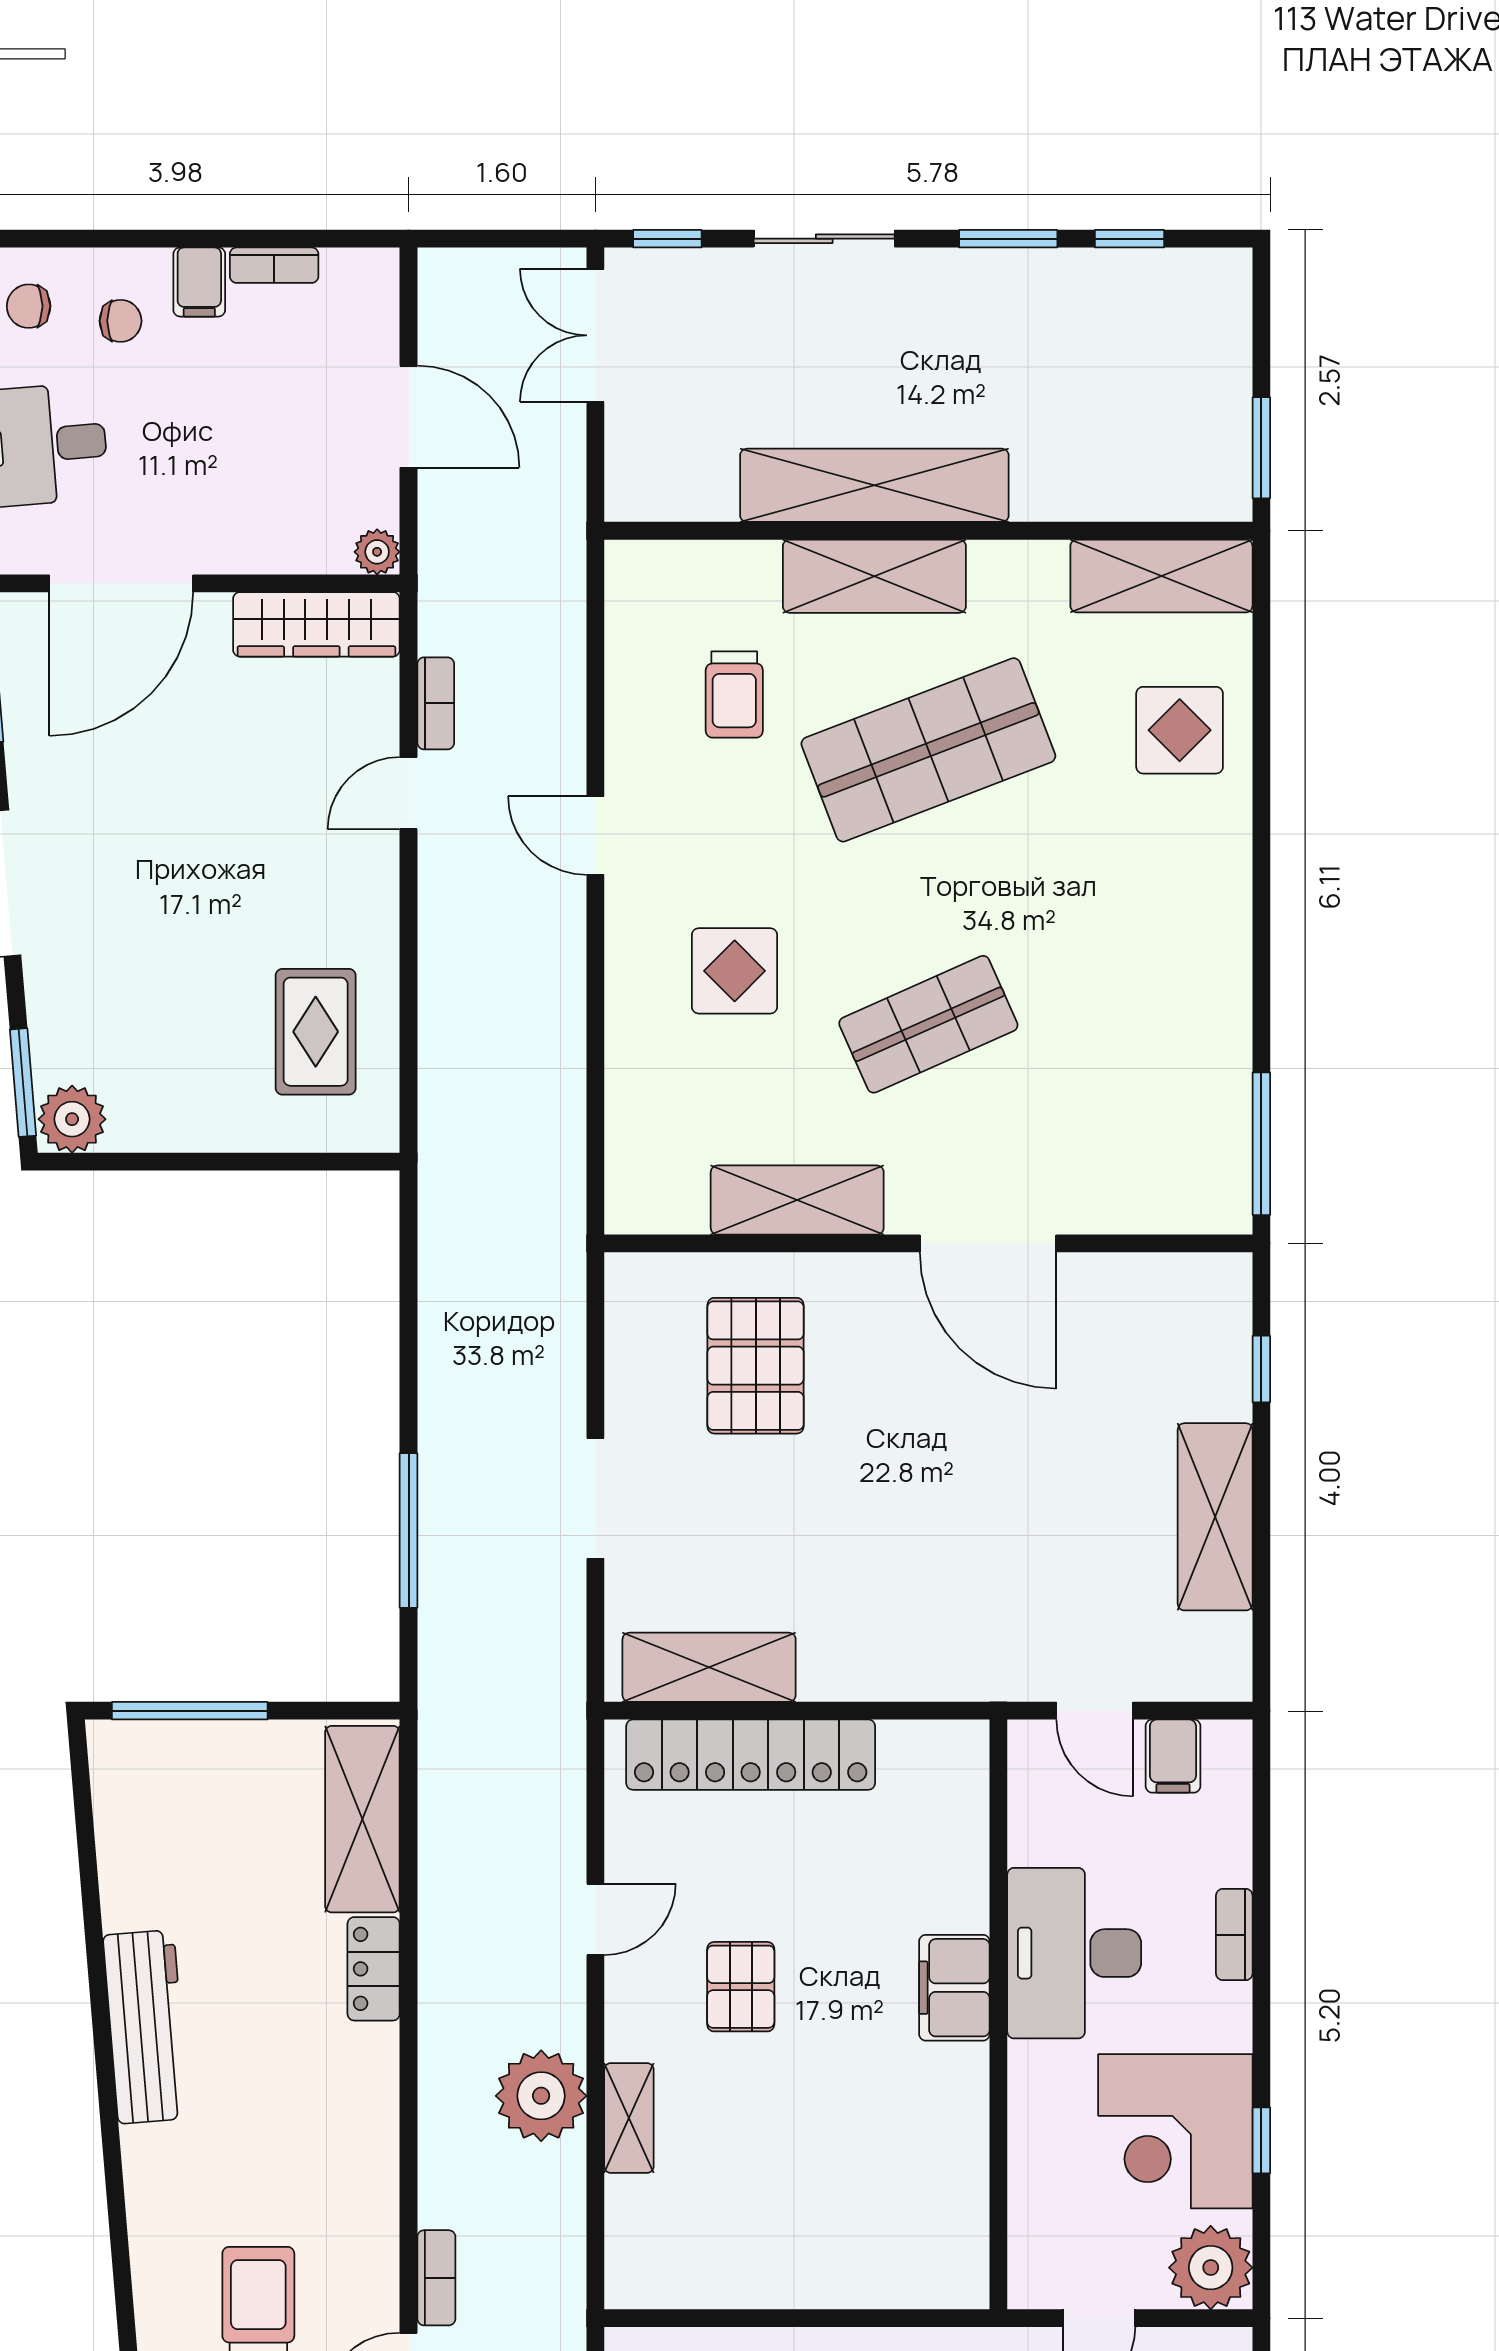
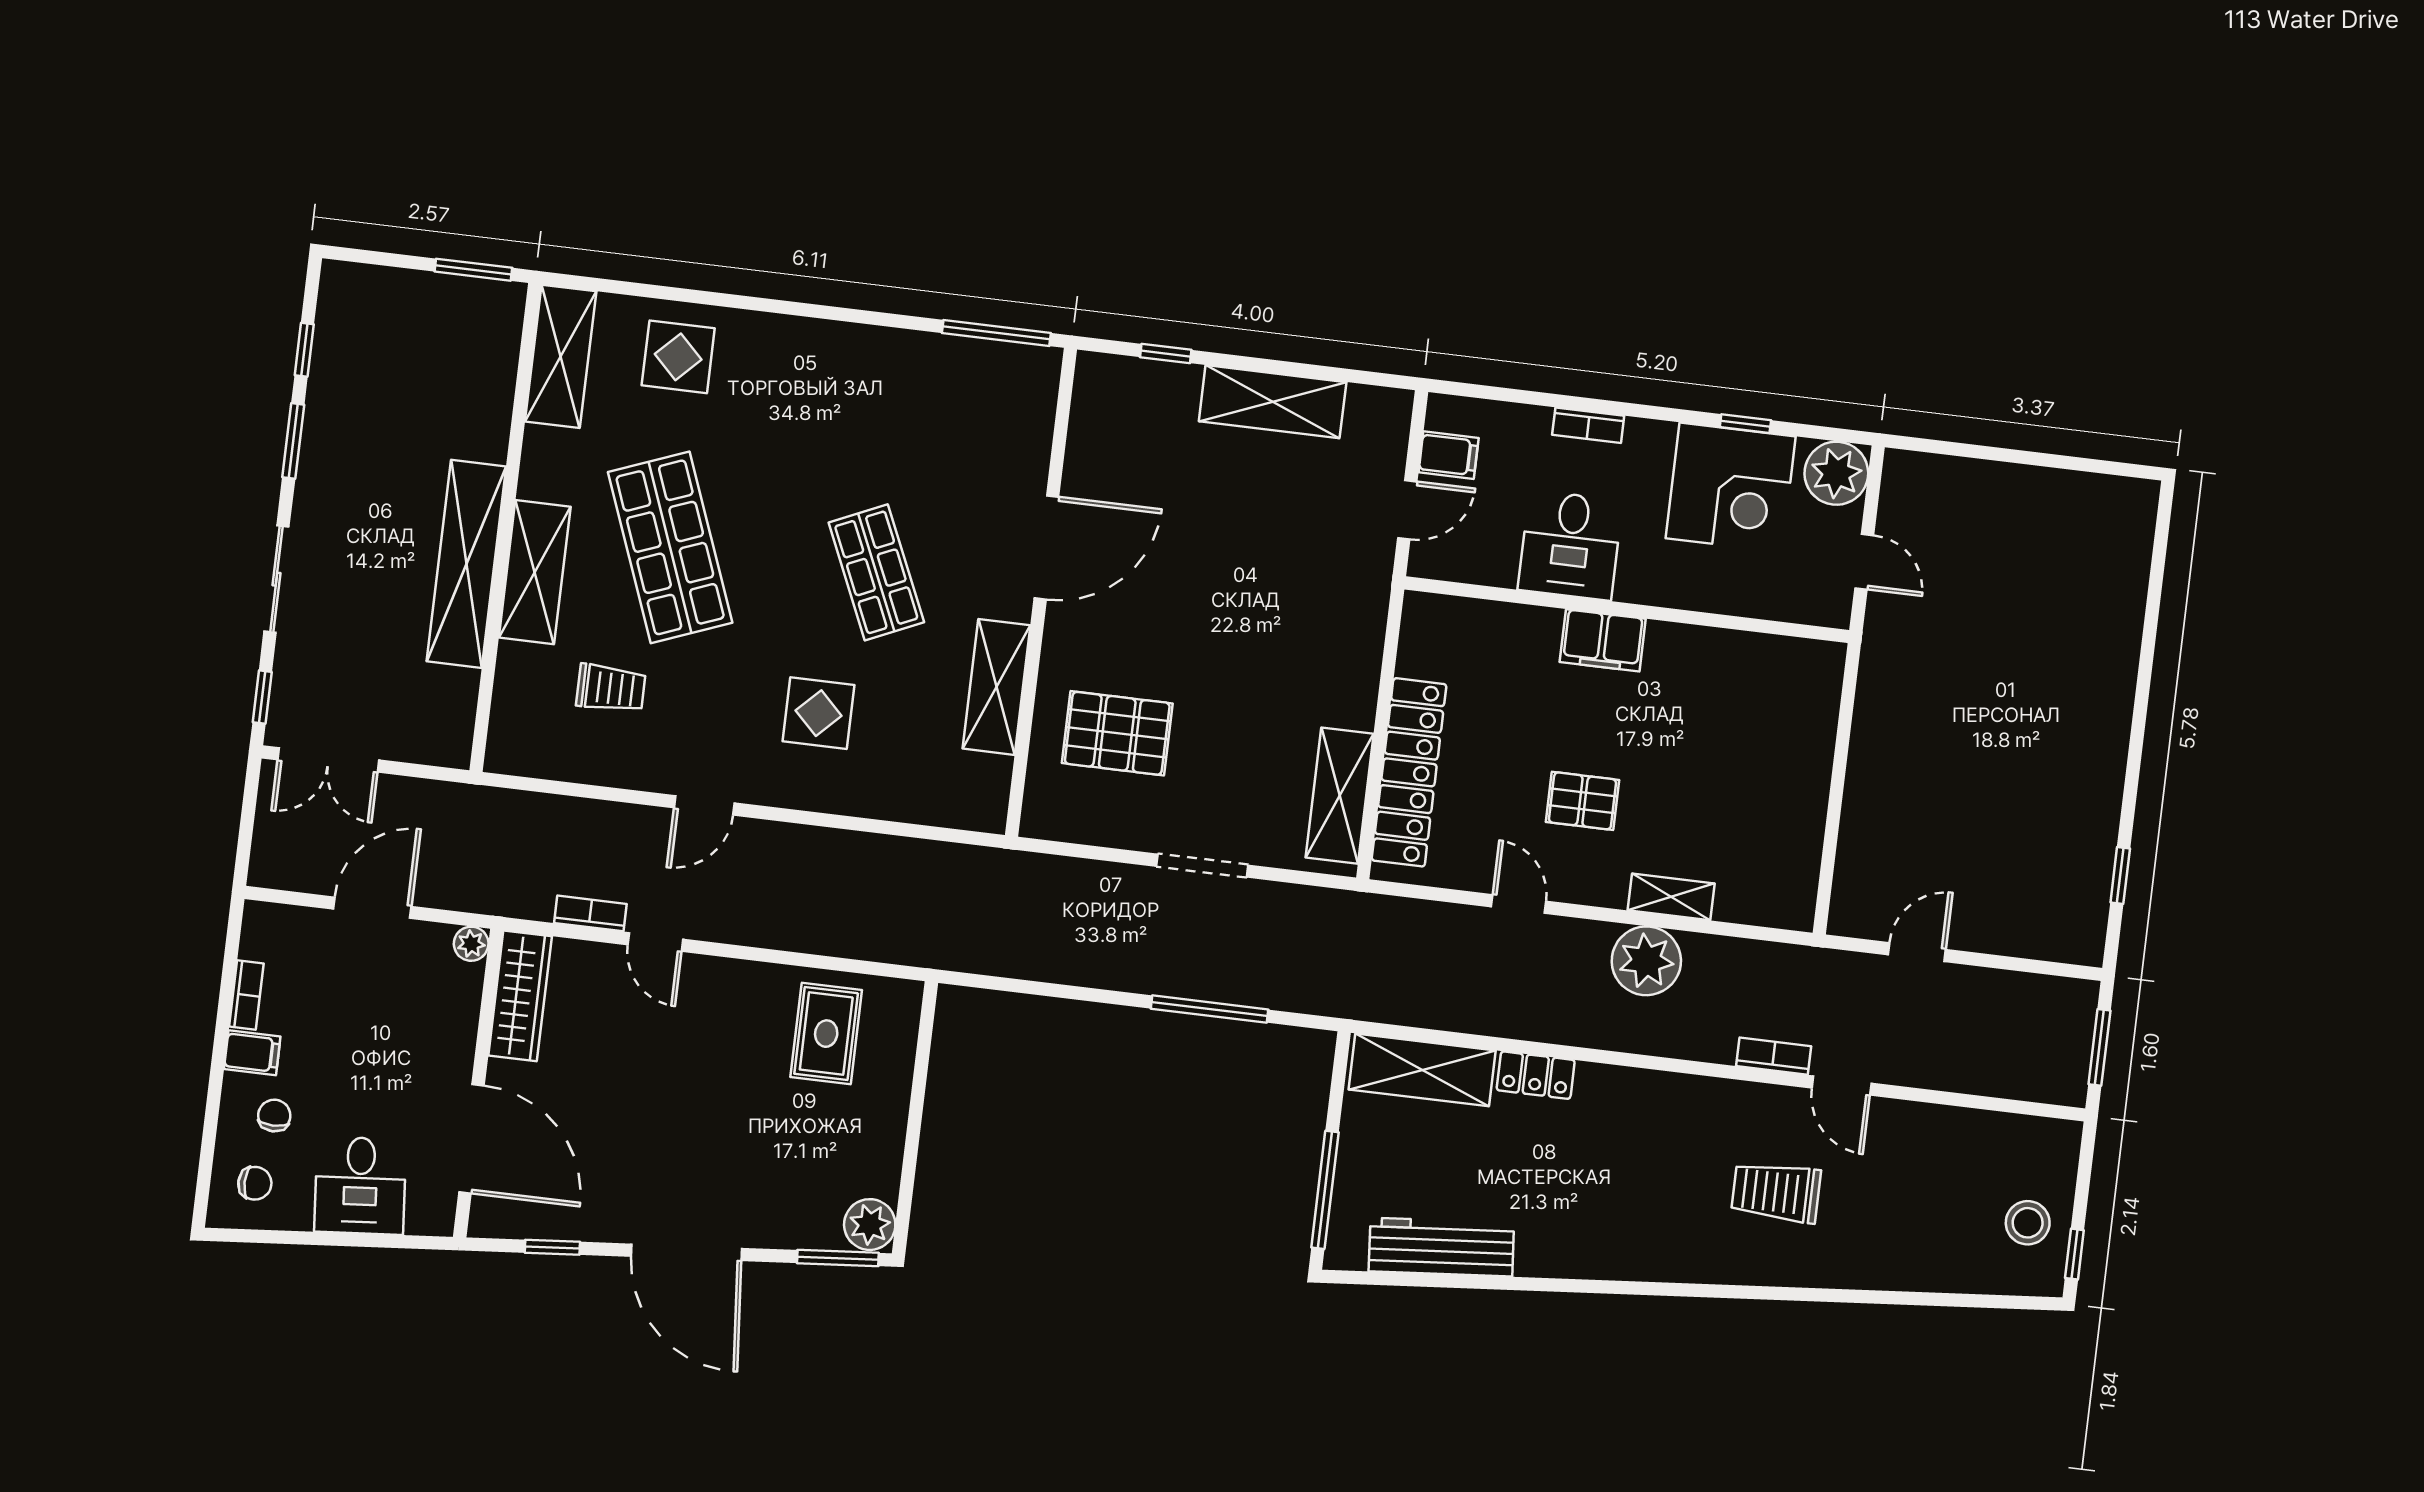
chair: (29, 306) -> (255, 1183), turned -90
rug: (316, 1032) -> (826, 1034), turned 90
desk: (1074, 1953) -> (1570, 545), width x0.73
workbench: (146, 2027) -> (1441, 1247), moved

